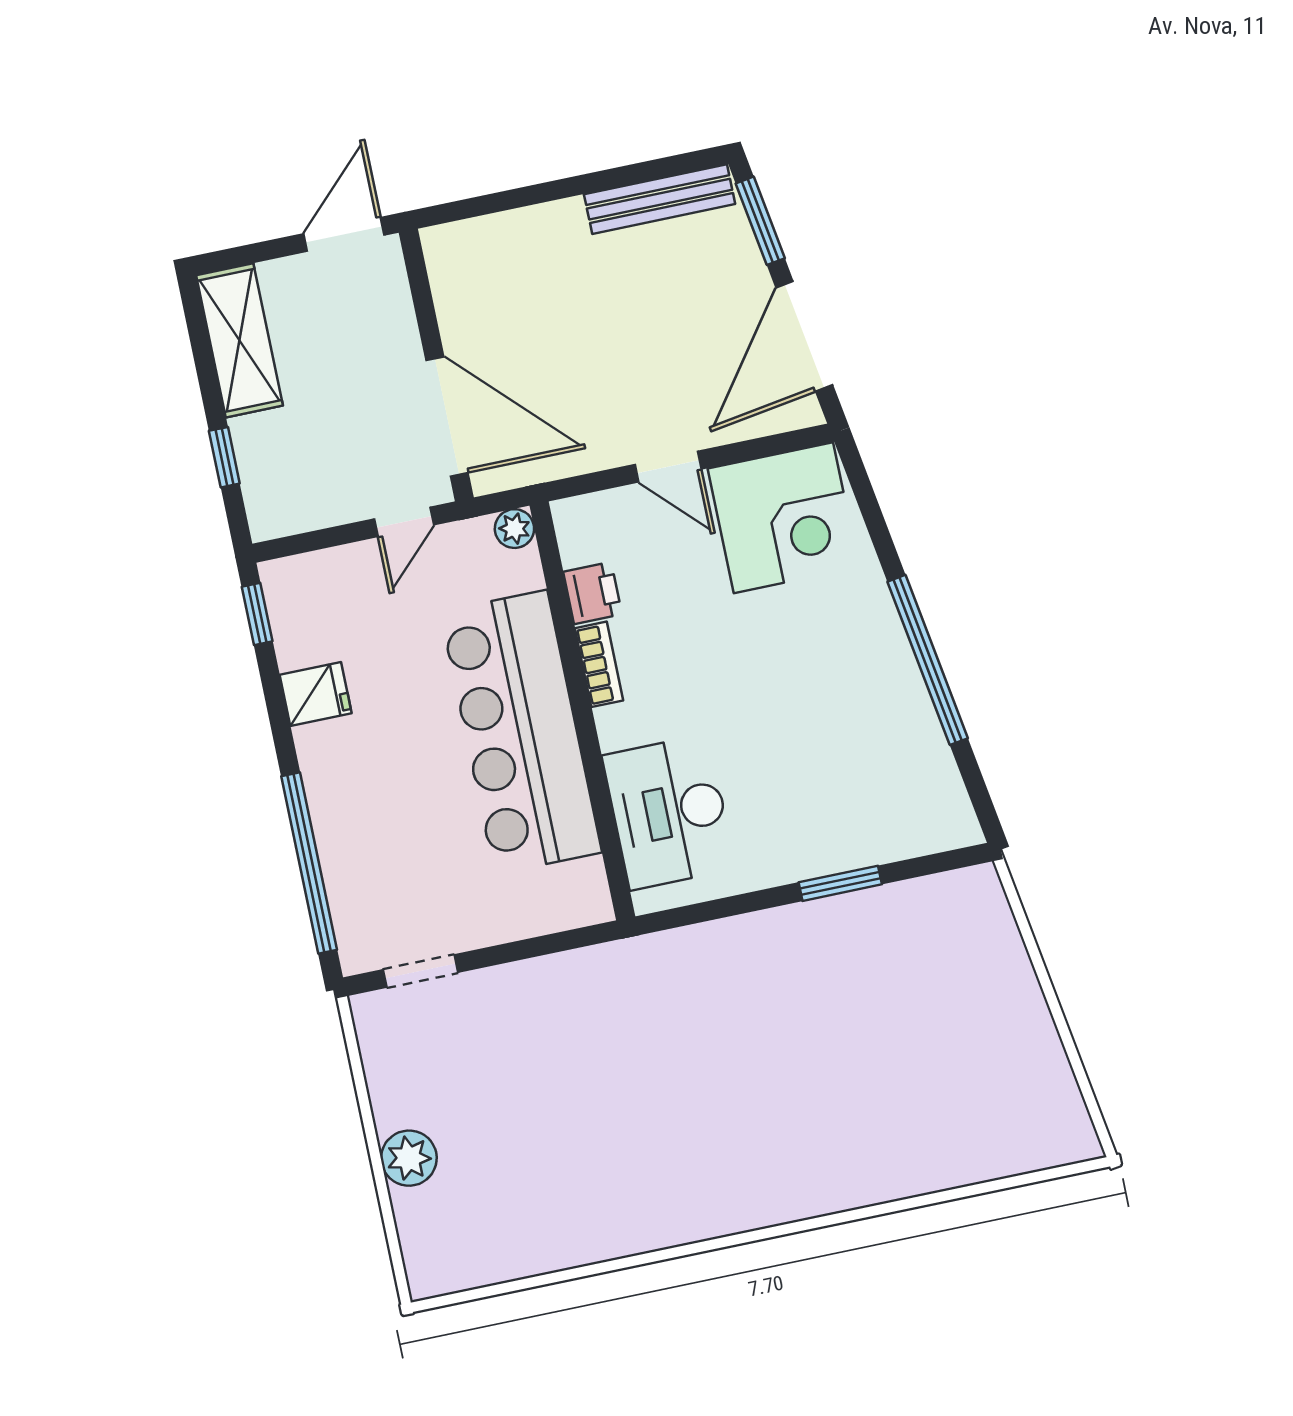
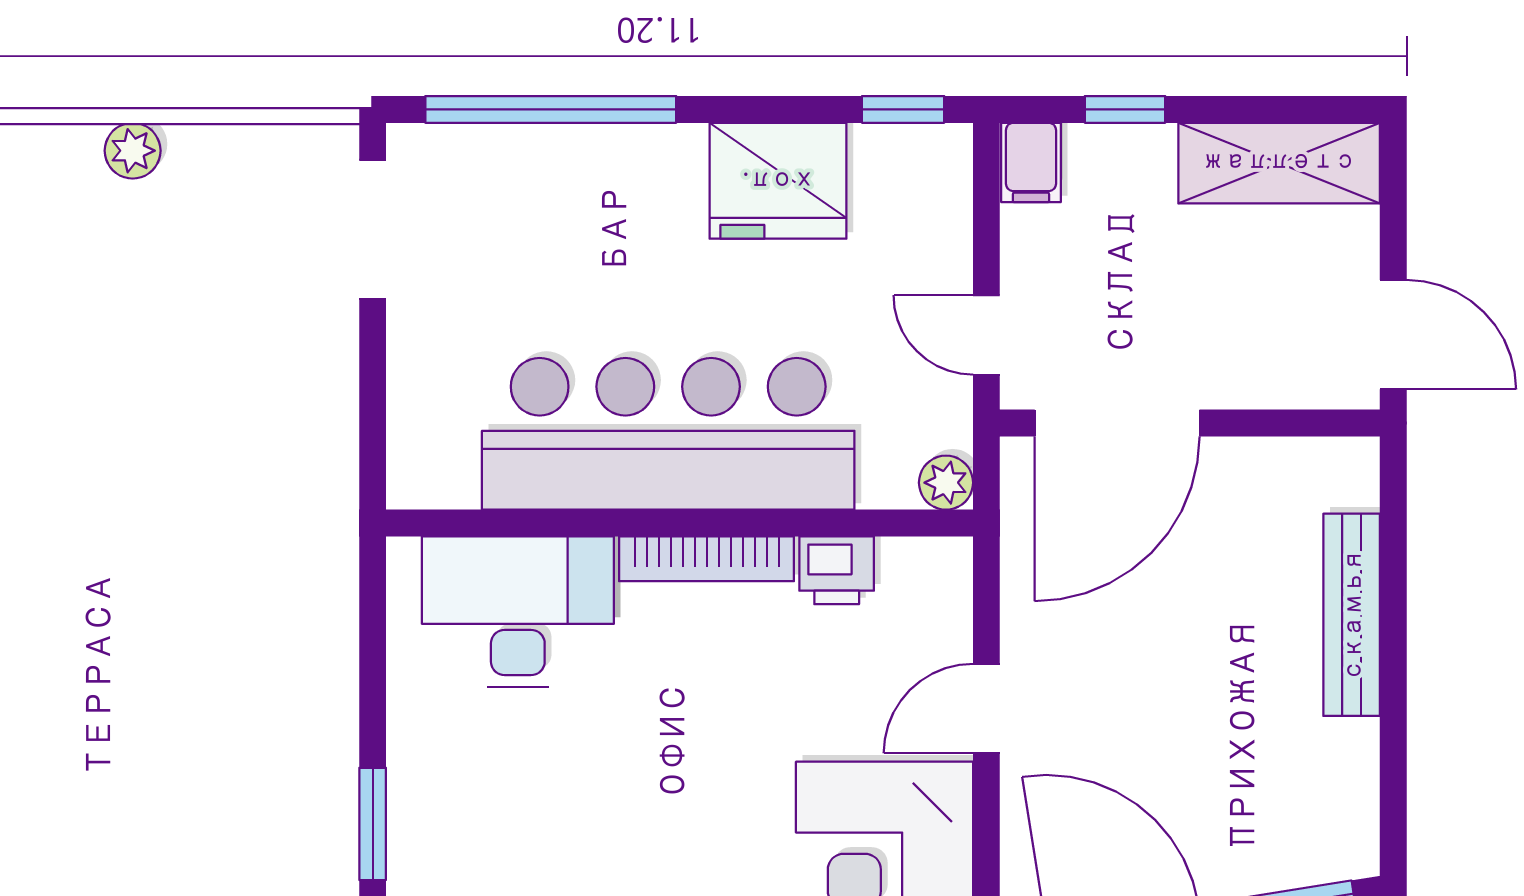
bench: (660, 199) -> (1352, 615), moved
filing cabinet: (276, 516) -> (1031, 162), added
bookcase: (599, 664) -> (707, 559), width x1.56
fridge: (316, 694) -> (778, 181), width x1.88, depth x1.34
doorway: (420, 971) -> (373, 230), width x1.38
plant: (409, 1158) -> (133, 151), width x0.73, depth x0.73

